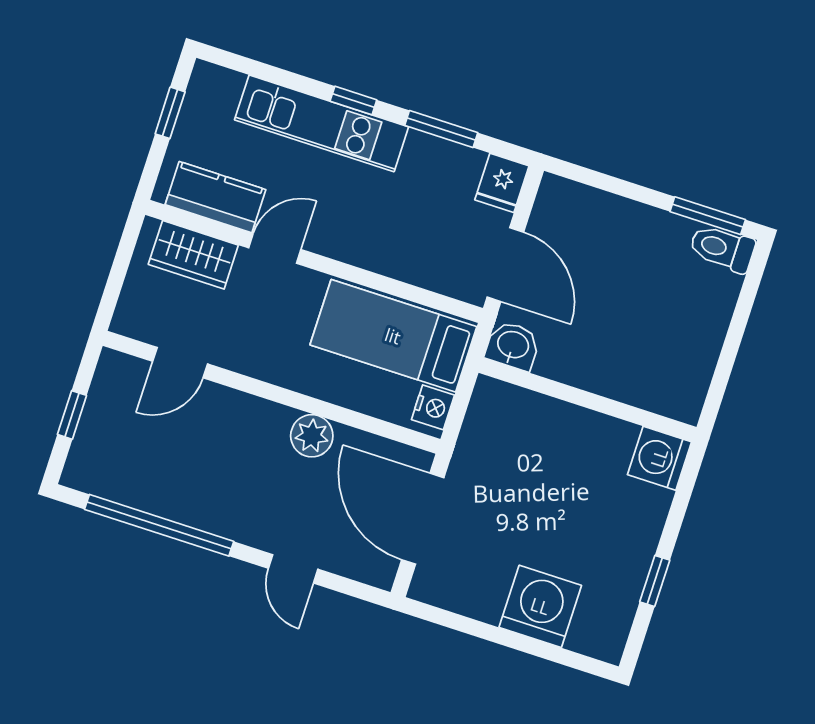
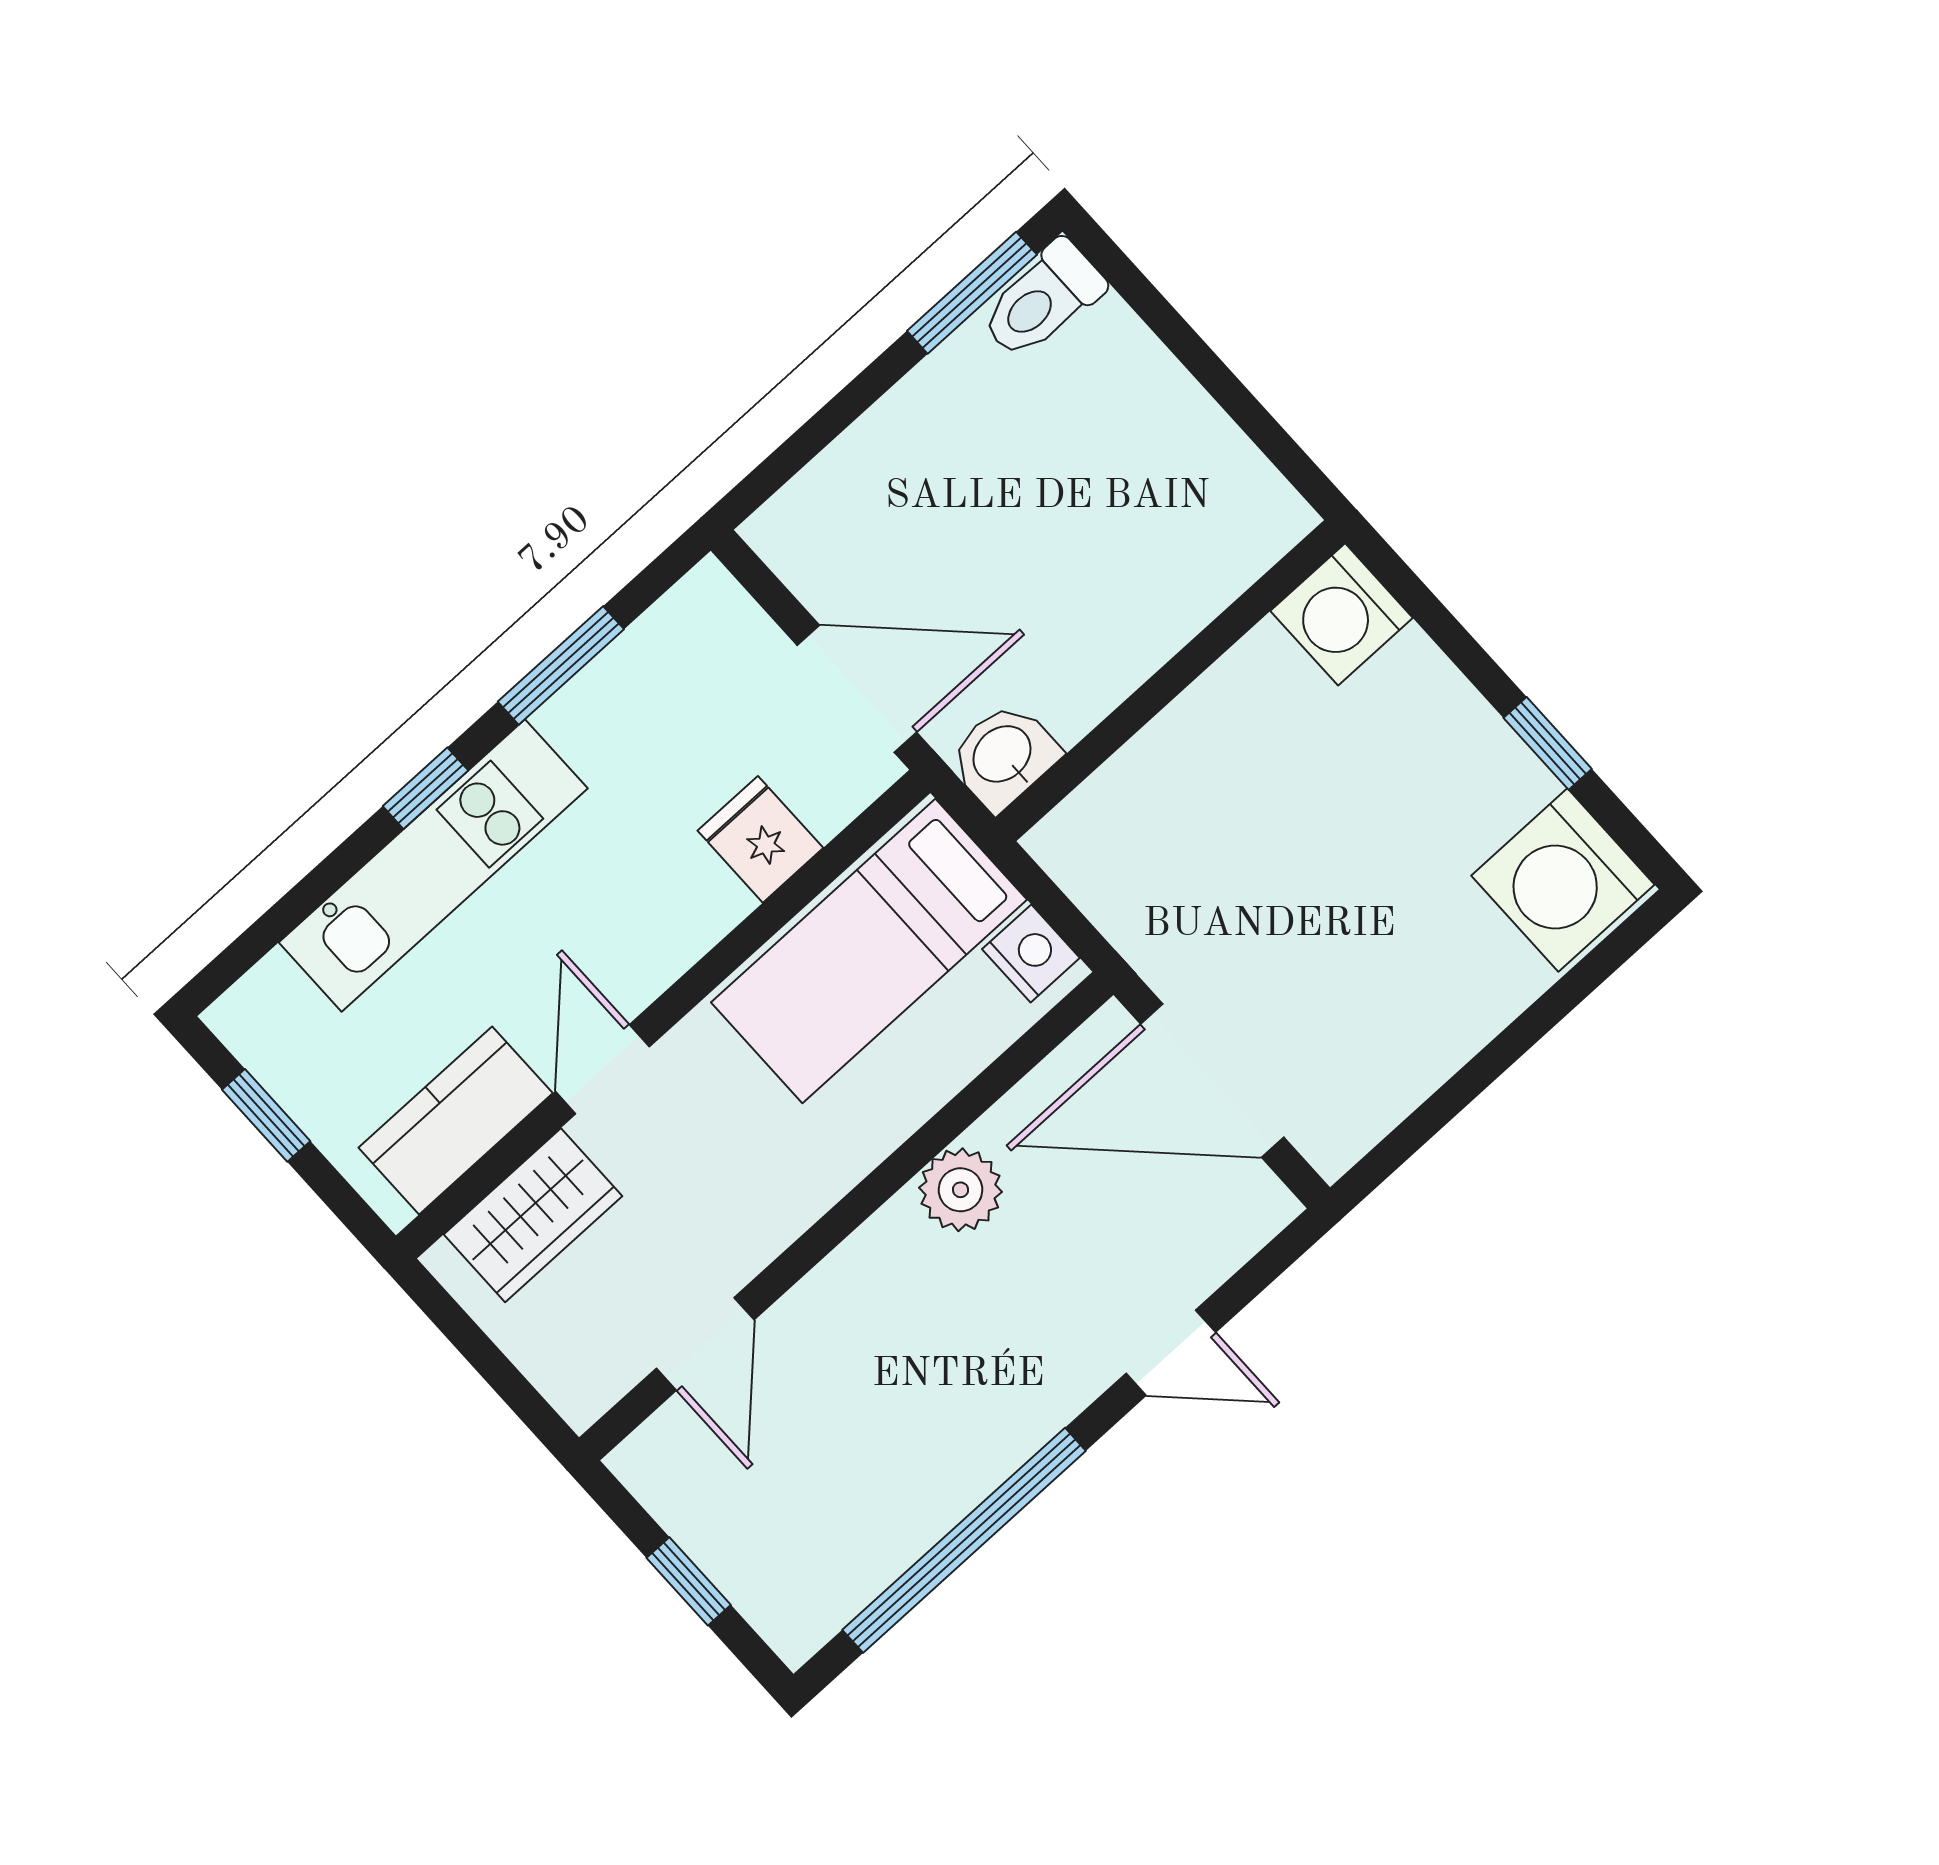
fridge: (502, 183) -> (760, 839), moved, turned 180
washing machine: (540, 606) -> (1563, 880), moved, turned -90

